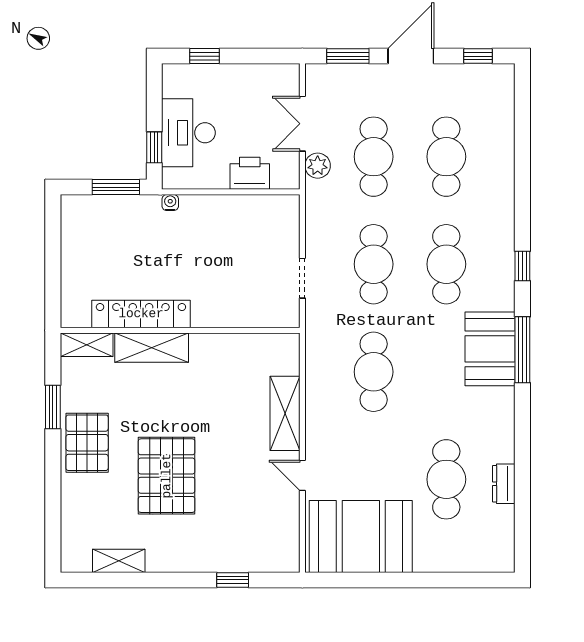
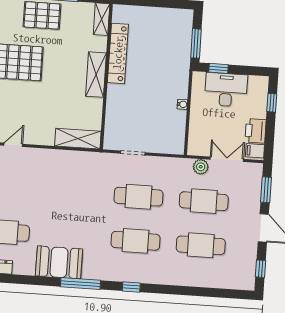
filing cabinet: (285, 78) -> (255, 151), added
printer: (250, 173) -> (256, 131), moved, turned 180
water cooler: (170, 203) -> (182, 104), moved
shelving: (152, 348) -> (96, 75), moved
booth: (490, 349) -> (59, 262), moved
cafe table: (374, 372) -> (73, 192), removed
shelving: (285, 413) -> (78, 139), moved

